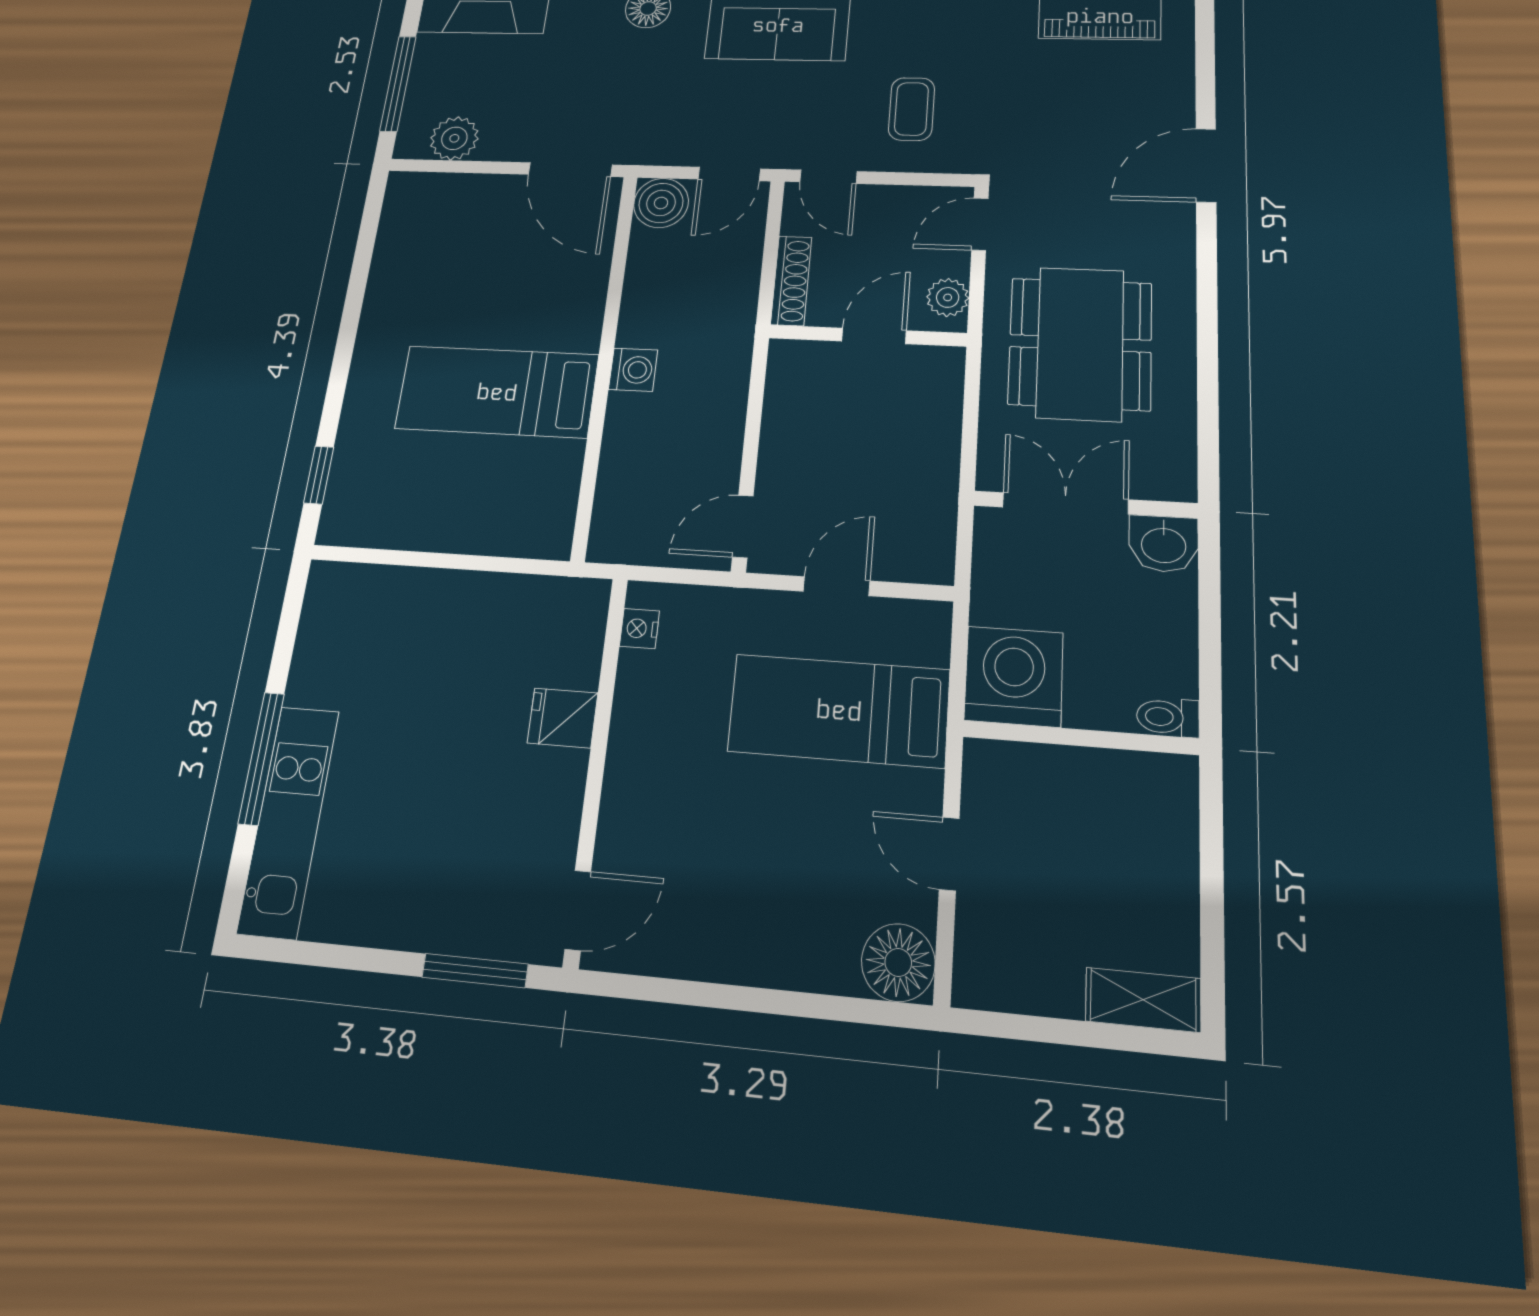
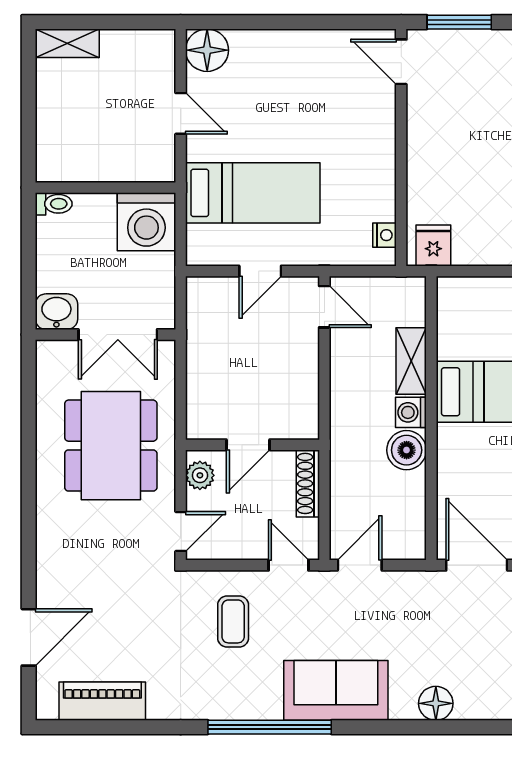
door: (1206, 165) -> (29, 637), moved
boiler: (661, 203) -> (407, 450), moved
shelving: (623, 441) -> (411, 361), added
door: (743, 526) -> (324, 307), hinge flipped
fridge: (563, 718) -> (433, 245), moved, turned -90
door: (578, 910) -> (401, 62), hinge flipped

